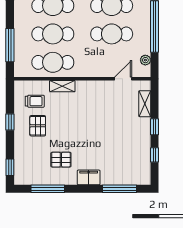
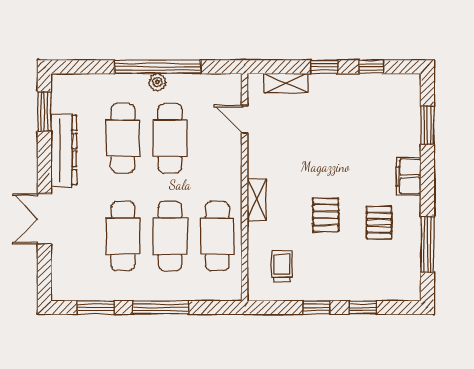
window: (10, 45) -> (161, 307), moved
plant: (145, 60) -> (157, 82), moved
shelving: (62, 86) -> (257, 200), moved
pallet: (38, 126) -> (326, 215), moved, turned 90
window: (10, 167) -> (363, 307), moved
window: (120, 189) -> (427, 125), width x0.69

